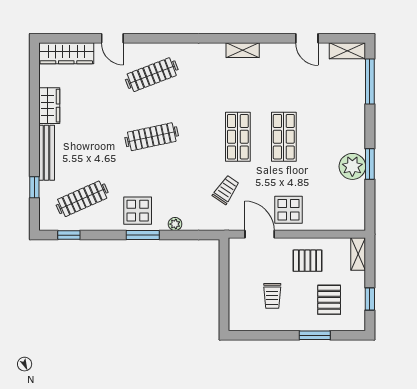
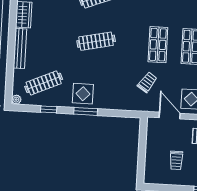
window: (34, 187) -> (10, 73), removed
plant: (175, 224) -> (16, 100), moved
window: (69, 235) -> (49, 109), moved

